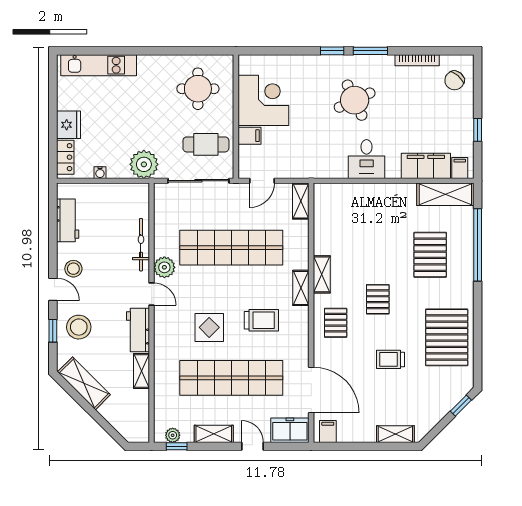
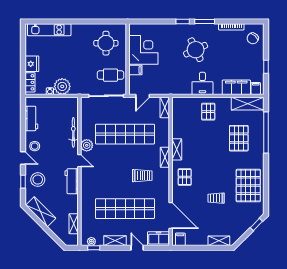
plant: (144, 164) -> (62, 86), moved
pallet: (378, 299) -> (208, 112), moved
display table: (209, 327) -> (112, 180), removed
shelving: (141, 371) -> (74, 224), moved

